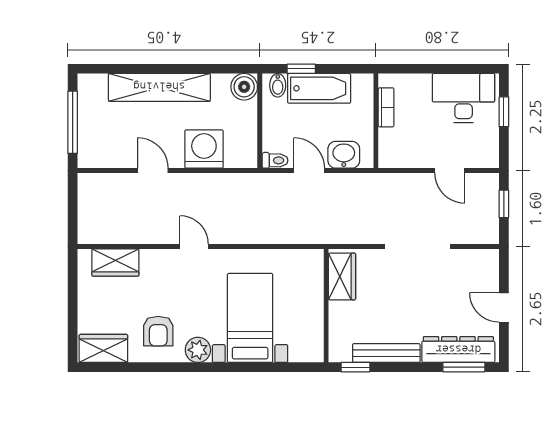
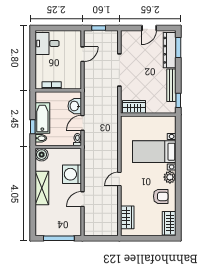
shelving: (159, 87) -> (42, 188), width x0.68
desk: (464, 98) -> (47, 43), width x0.73
window: (504, 112) -> (54, 28), removed

